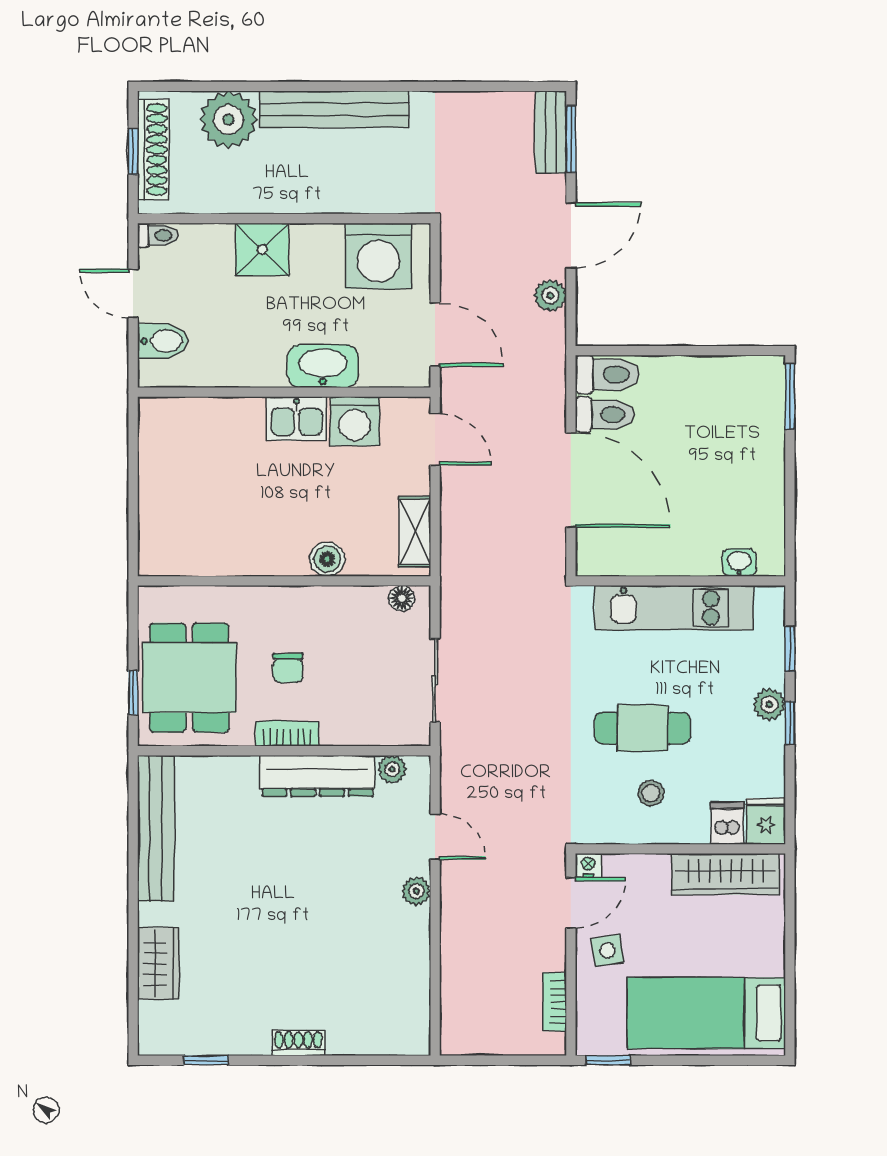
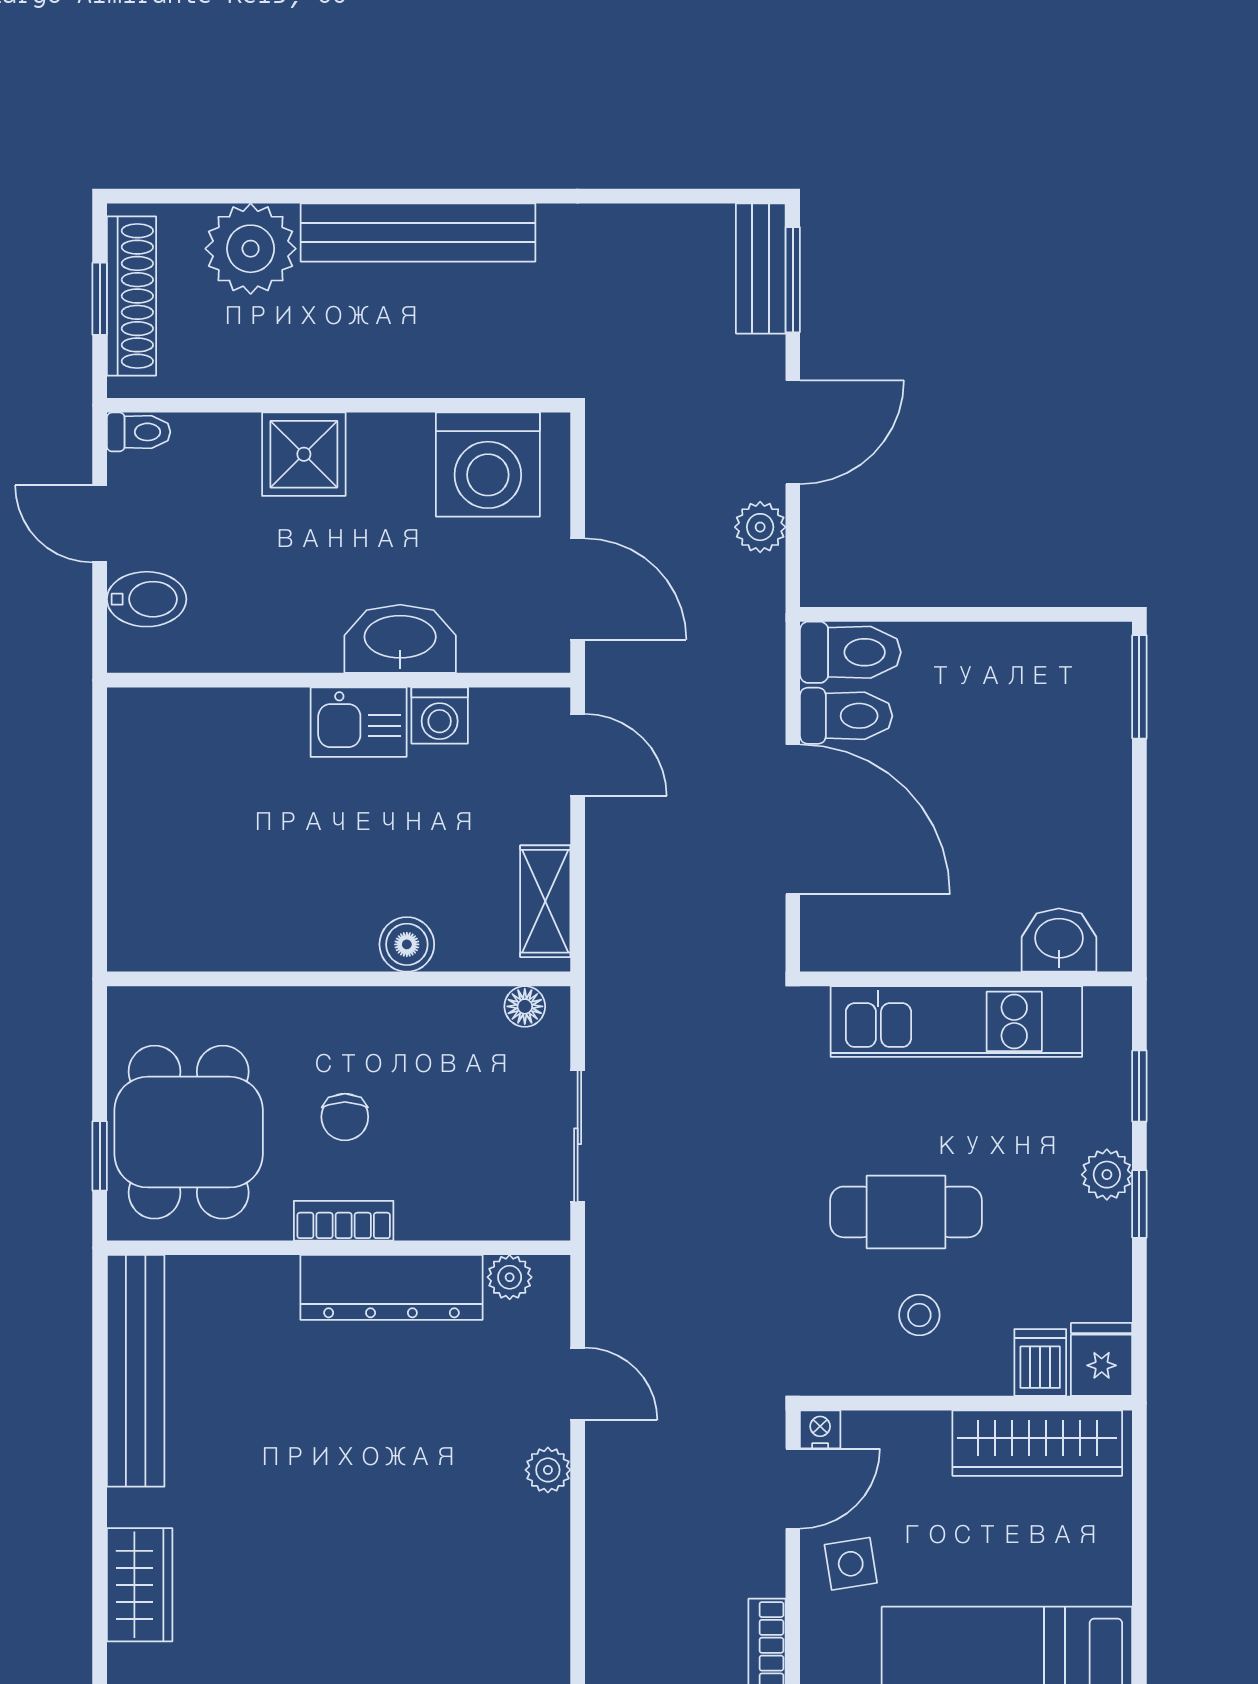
washing machine: (355, 421) -> (440, 716), width x0.73, depth x0.73
washbasin: (739, 563) -> (1059, 940), width x1.38, depth x1.45

